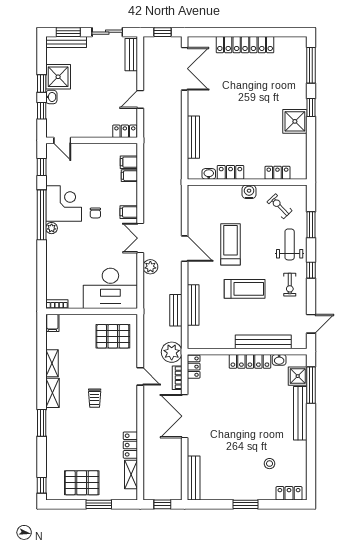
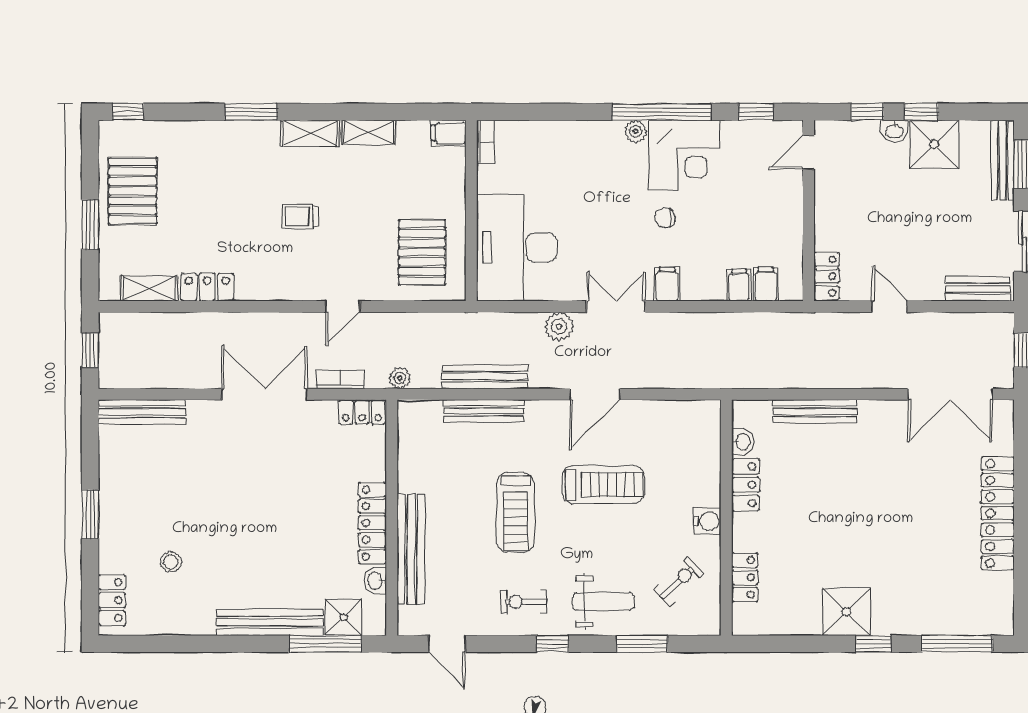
bench: (176, 310) -> (485, 377), width x1.36
plant: (172, 352) -> (400, 378), width x0.53, depth x0.53

